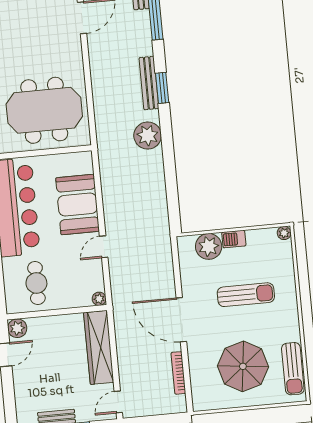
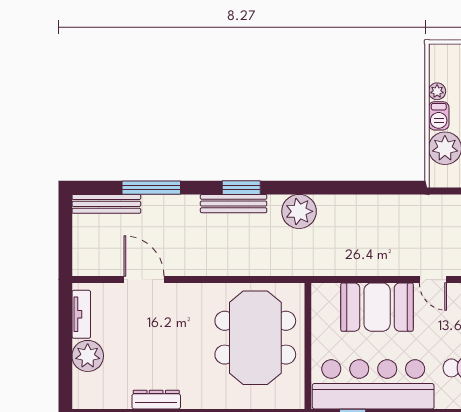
plant: (284, 233) -> (437, 91), moved

